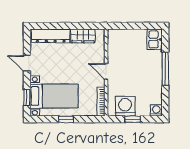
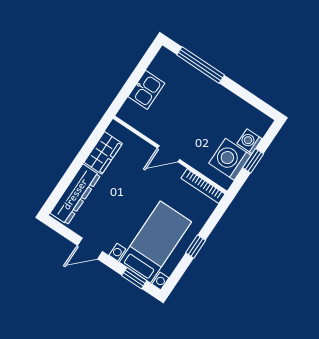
kitchen sink: (155, 39) -> (146, 90), moved, turned -90
window: (165, 69) -> (201, 65), moved
washing machine: (156, 110) -> (250, 141), moved

